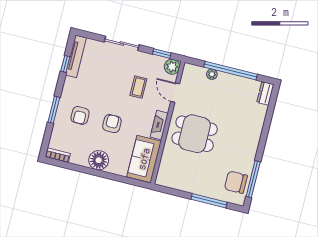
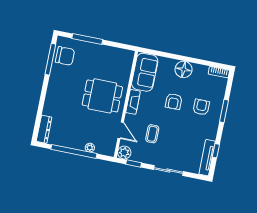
dresser: (265, 93) -> (44, 129), width x1.44

